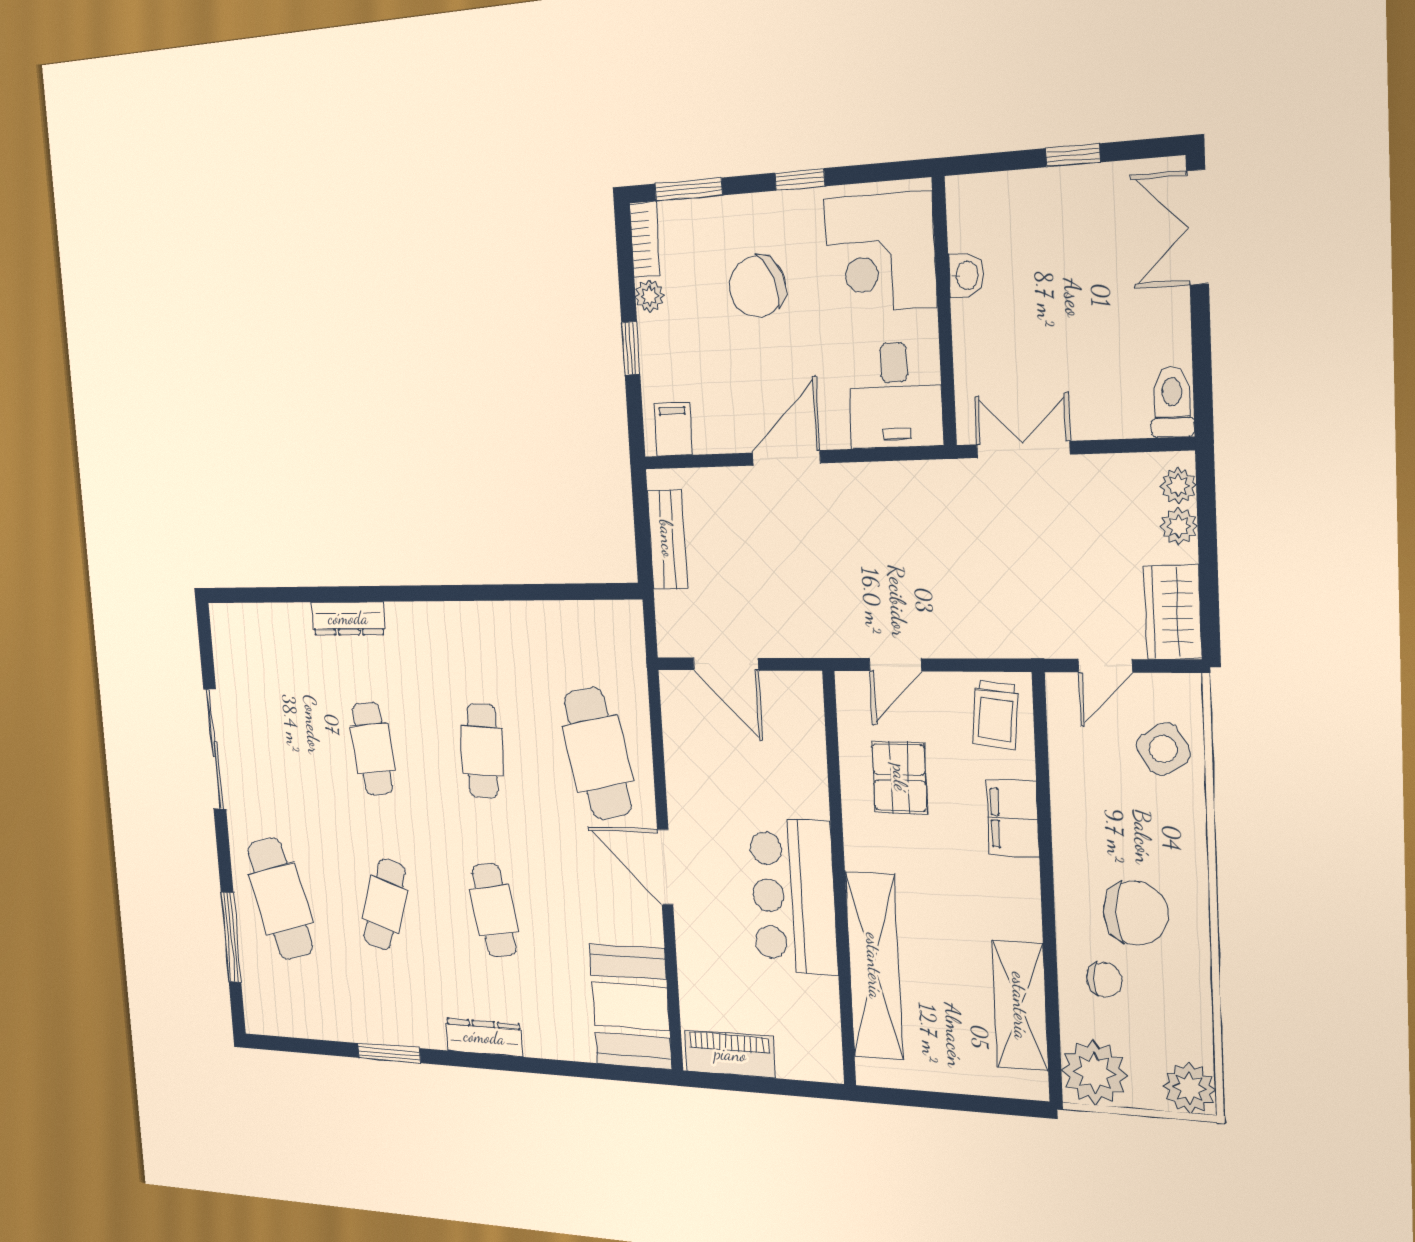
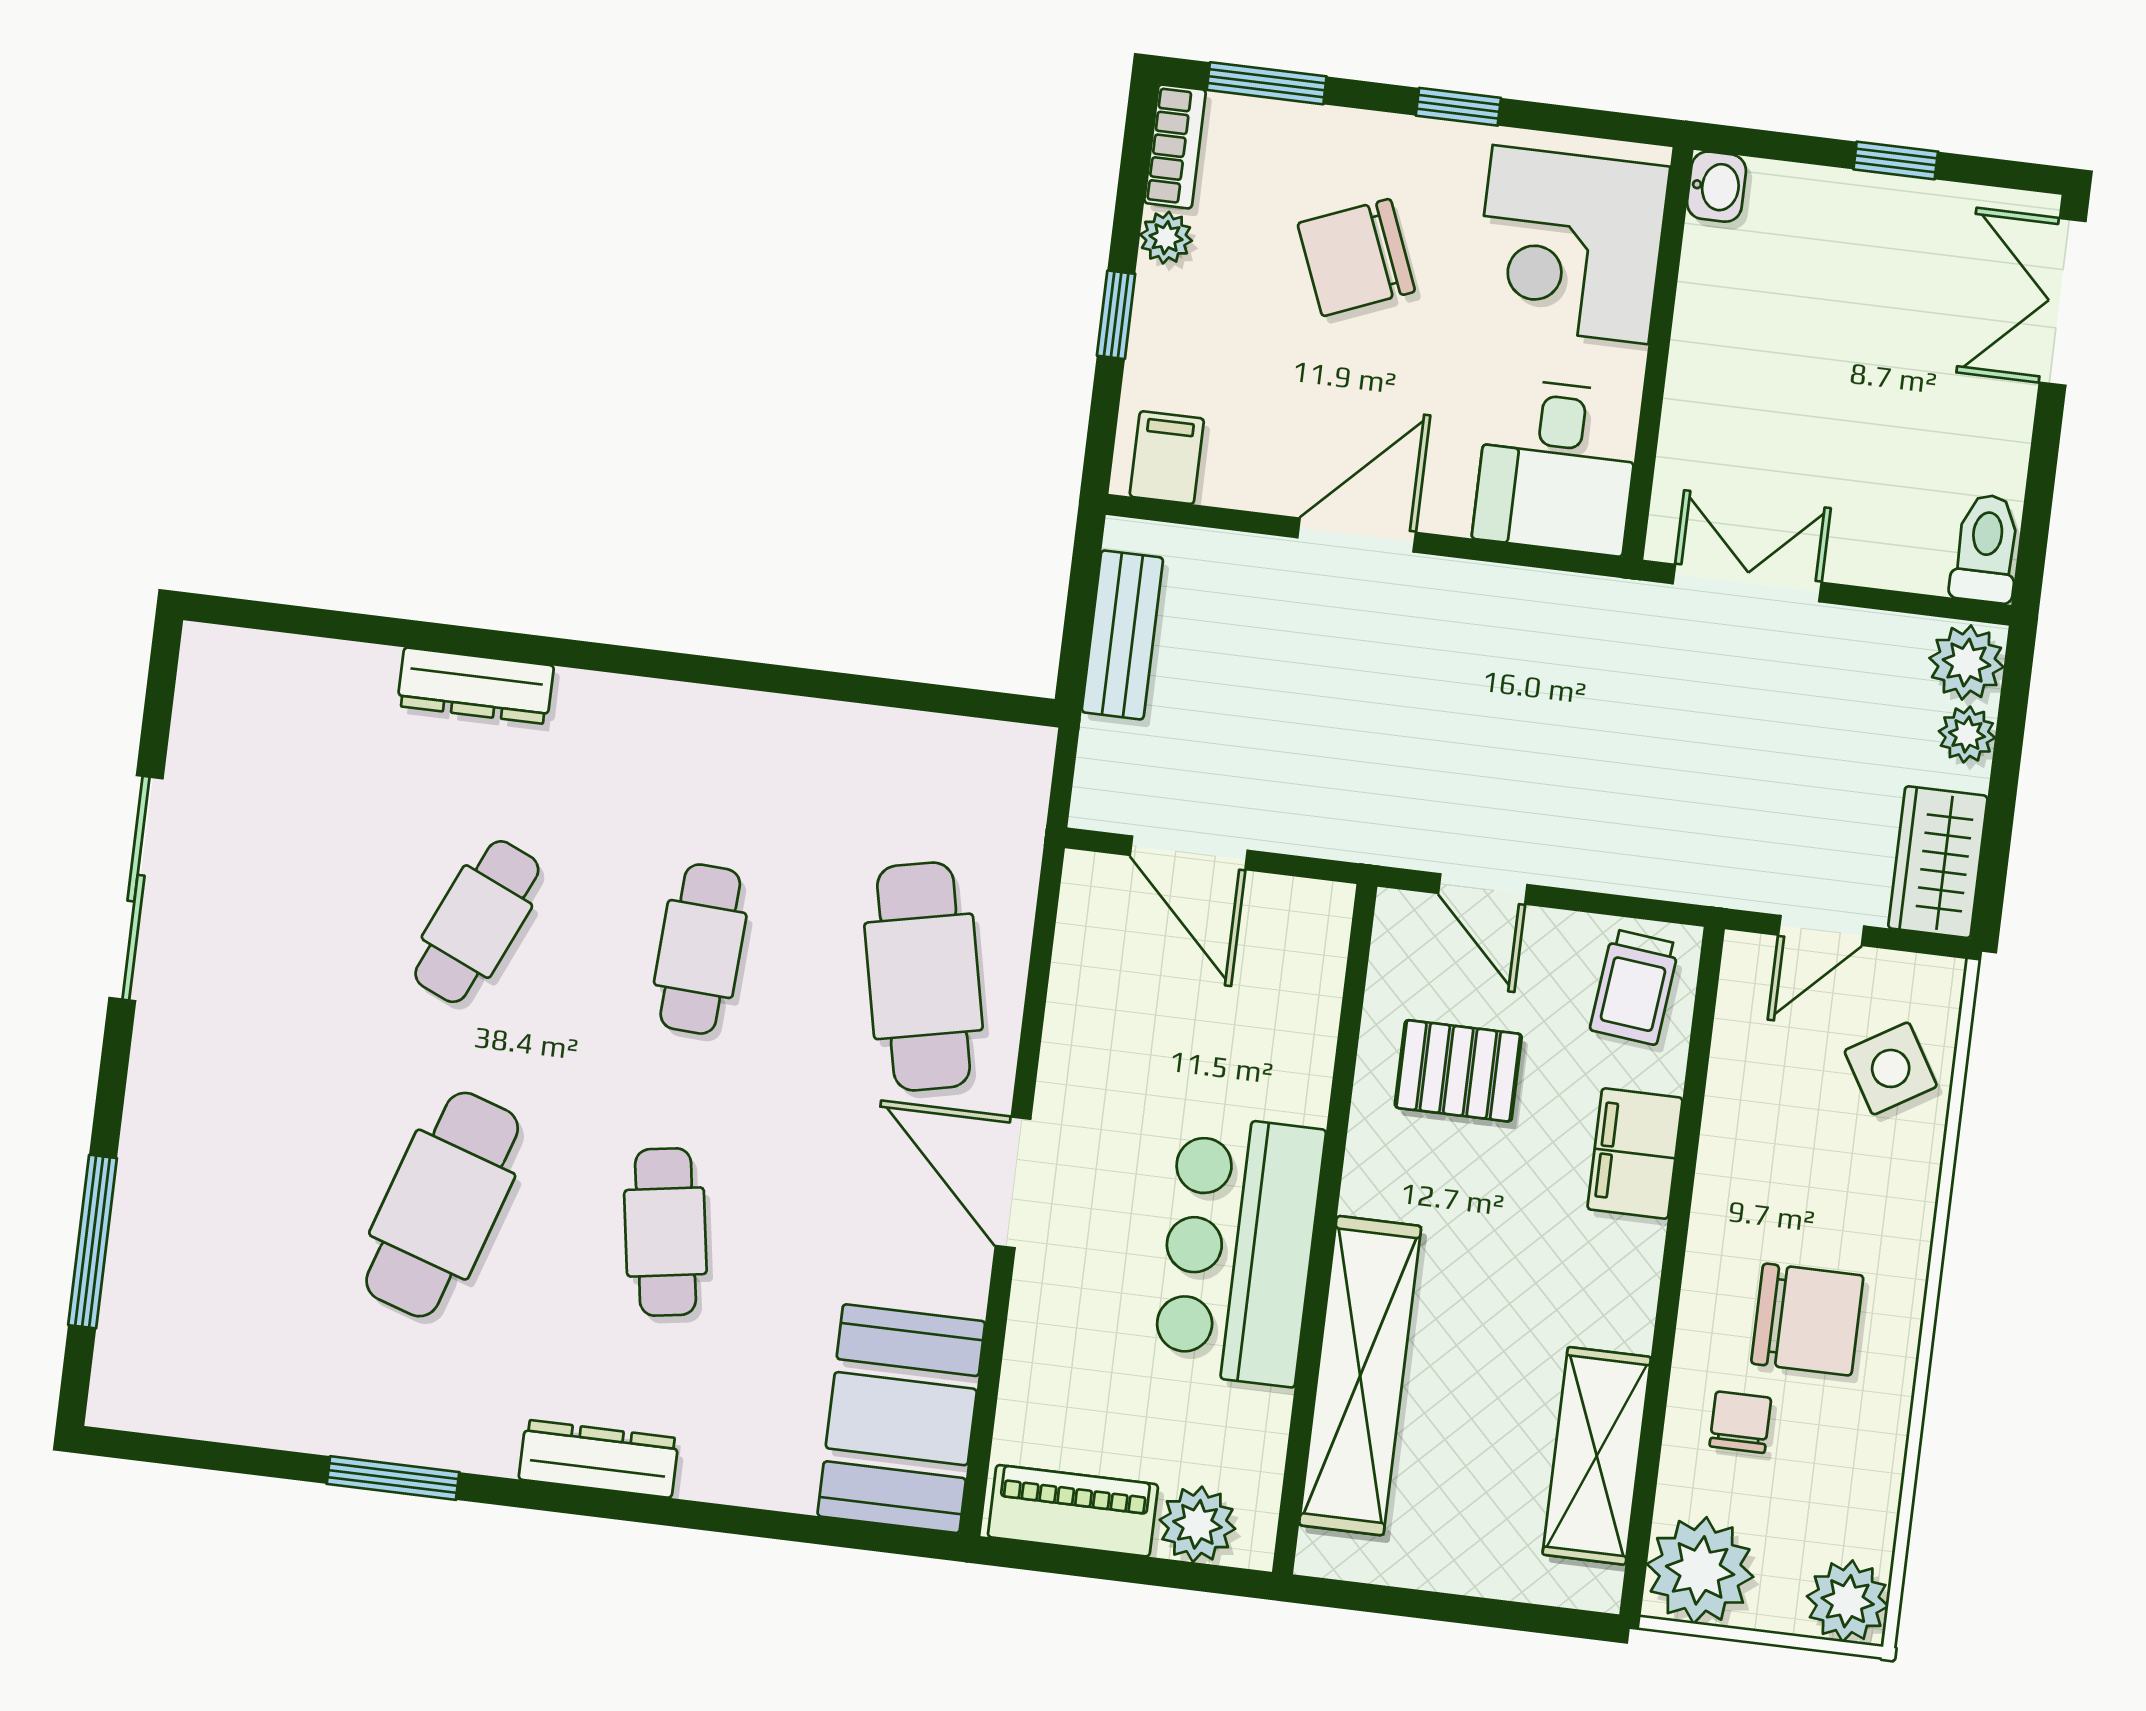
washbasin: (966, 275) -> (1717, 187), moved
plant: (1178, 486) -> (1967, 662), width x1.38, depth x1.38
door: (895, 665) -> (1483, 889), hinge flipped
cafe table: (373, 748) -> (477, 922), turned 30
pallet: (900, 778) -> (1458, 1071), turned 90
cafe table: (280, 899) -> (219, 1177), removed
cafe table: (385, 904) -> (442, 1205), width x1.37, depth x1.35
chair: (1104, 980) -> (1740, 1422), turned -90
plant: (798, 1058) -> (1197, 1524), added

